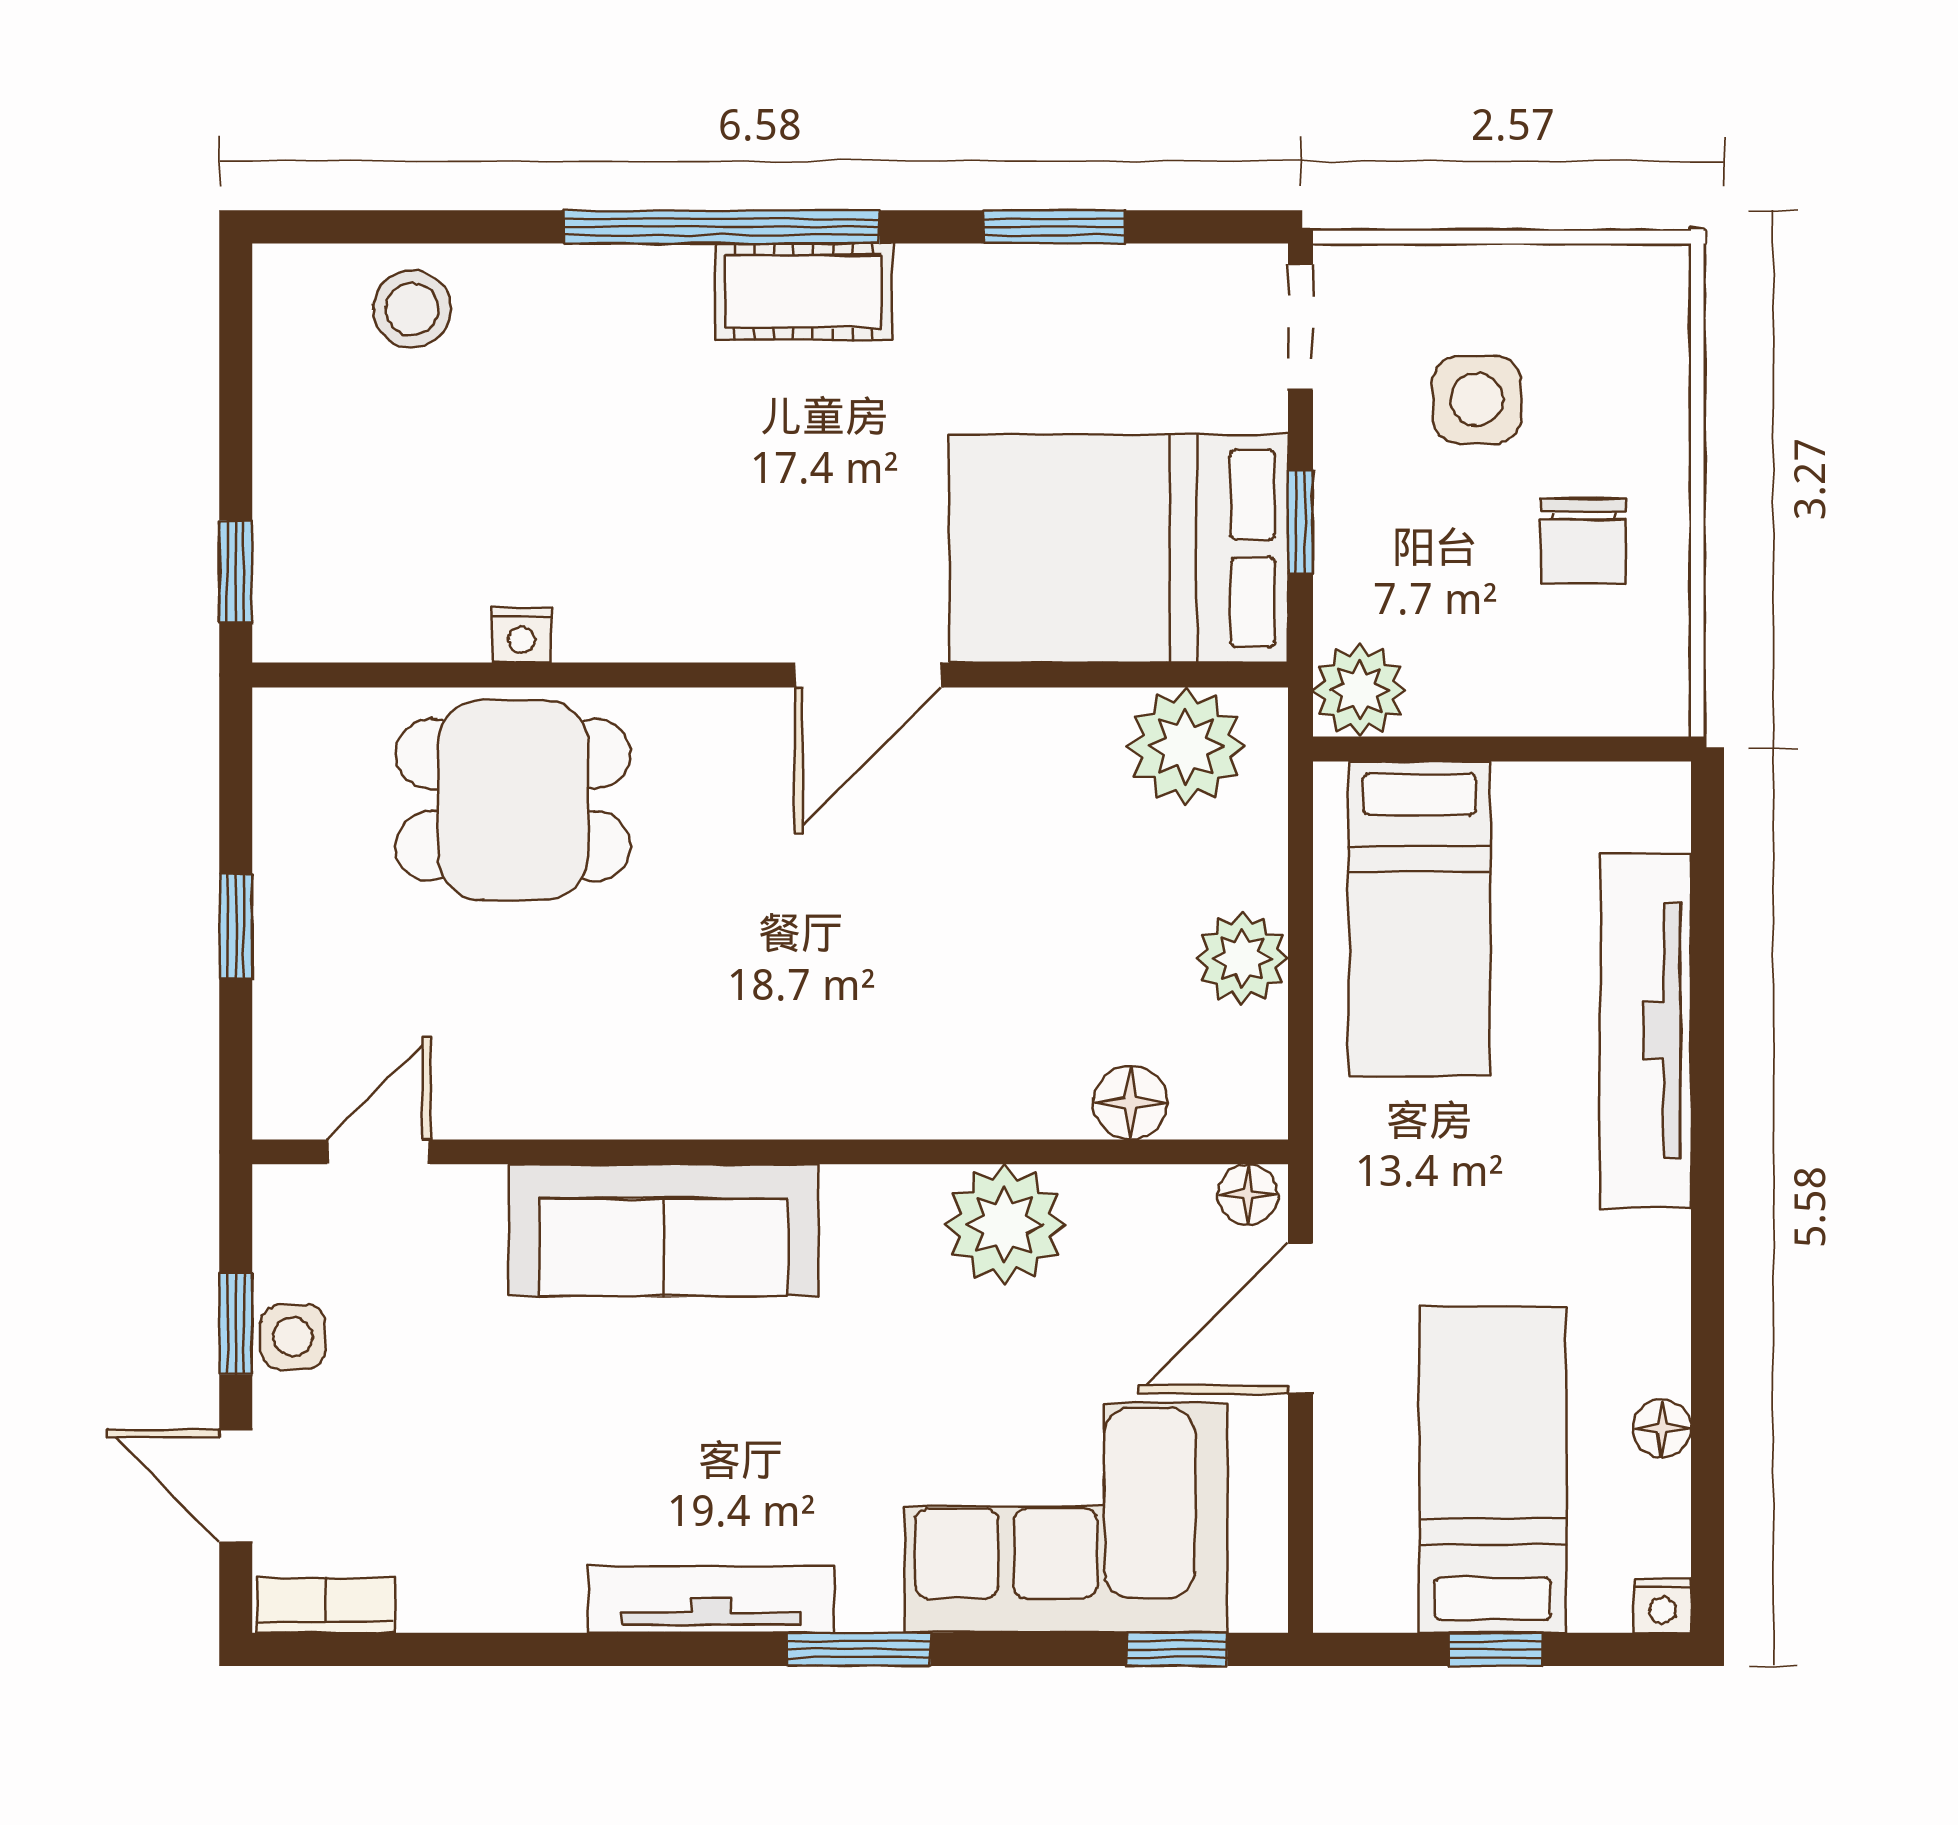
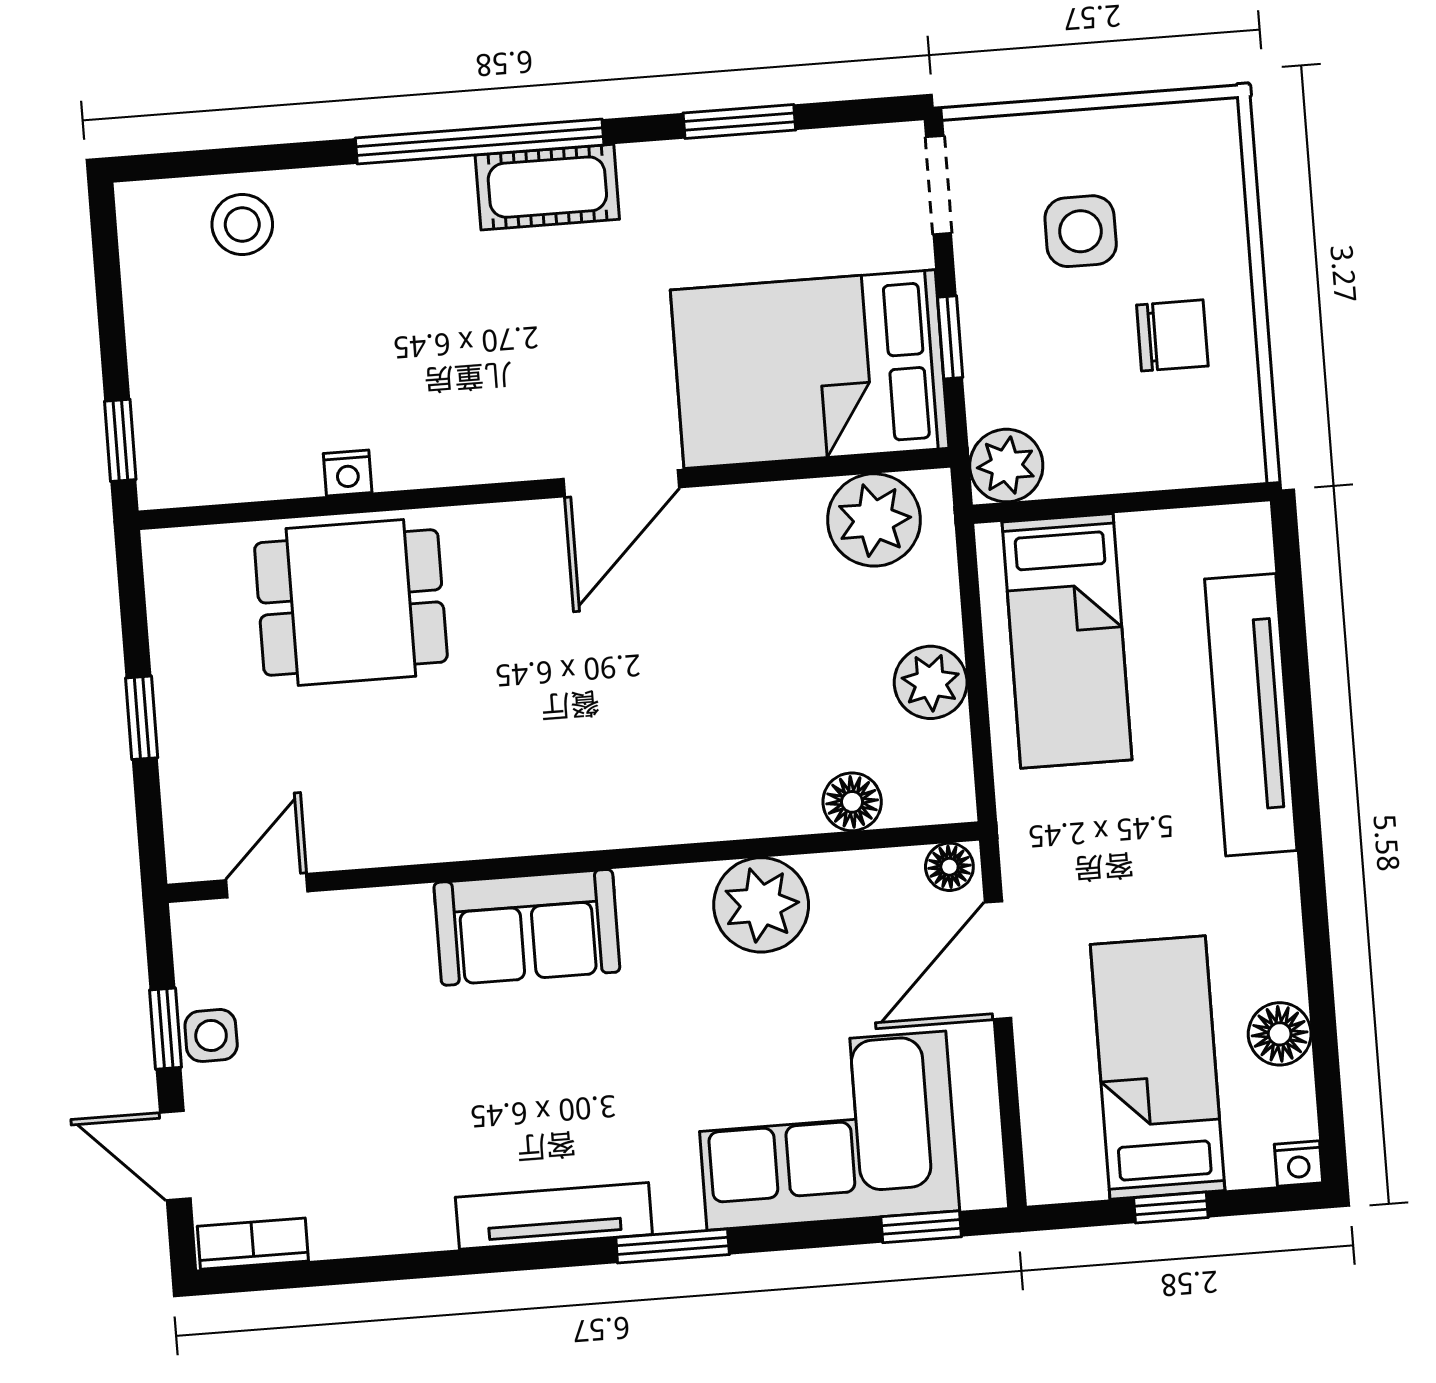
chair: (1583, 541) -> (1172, 335), turned -90
sofa: (664, 1230) -> (527, 927), width x0.73
floor lamp: (1662, 1428) -> (1280, 1034), width x1.37, depth x1.37

